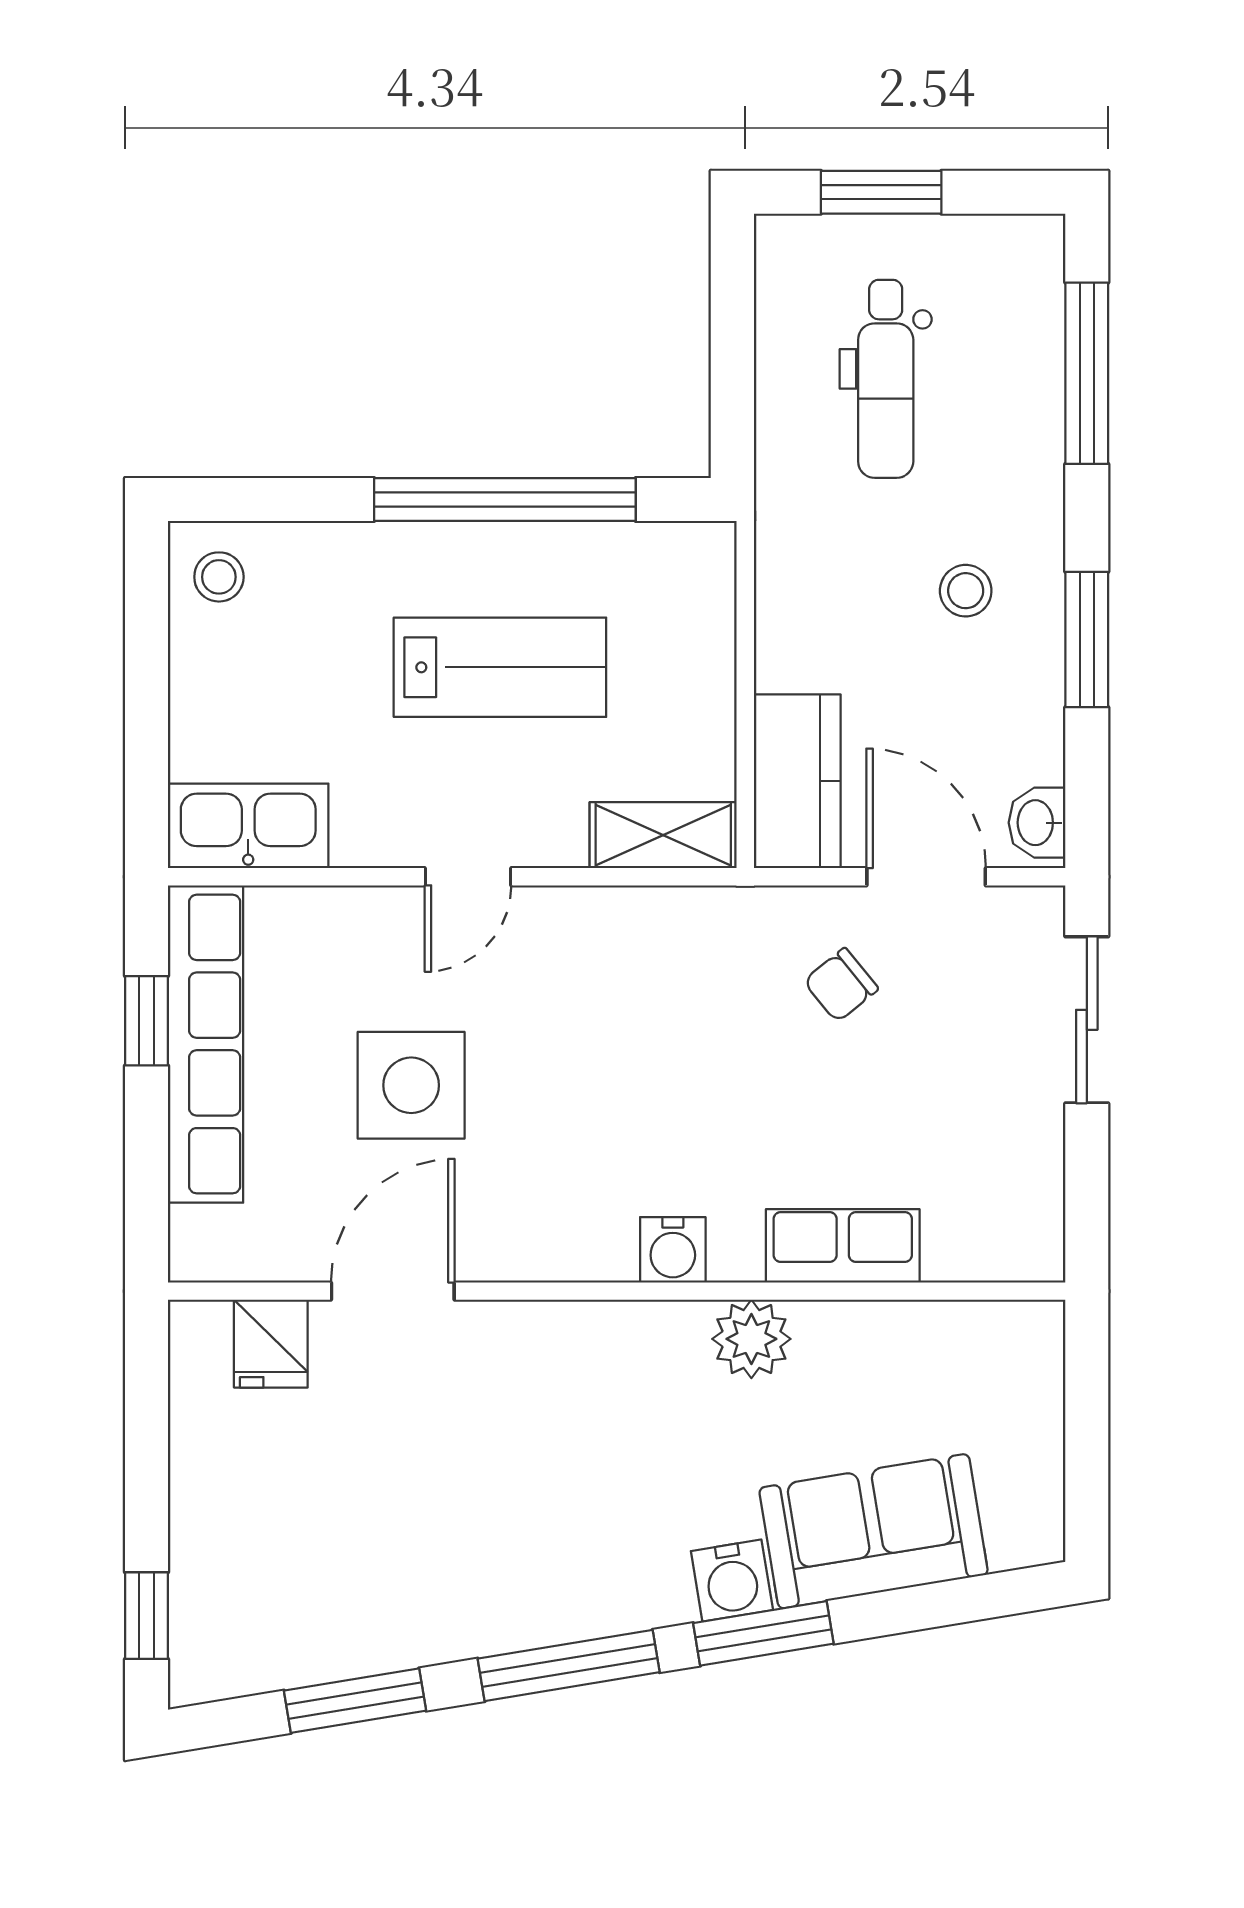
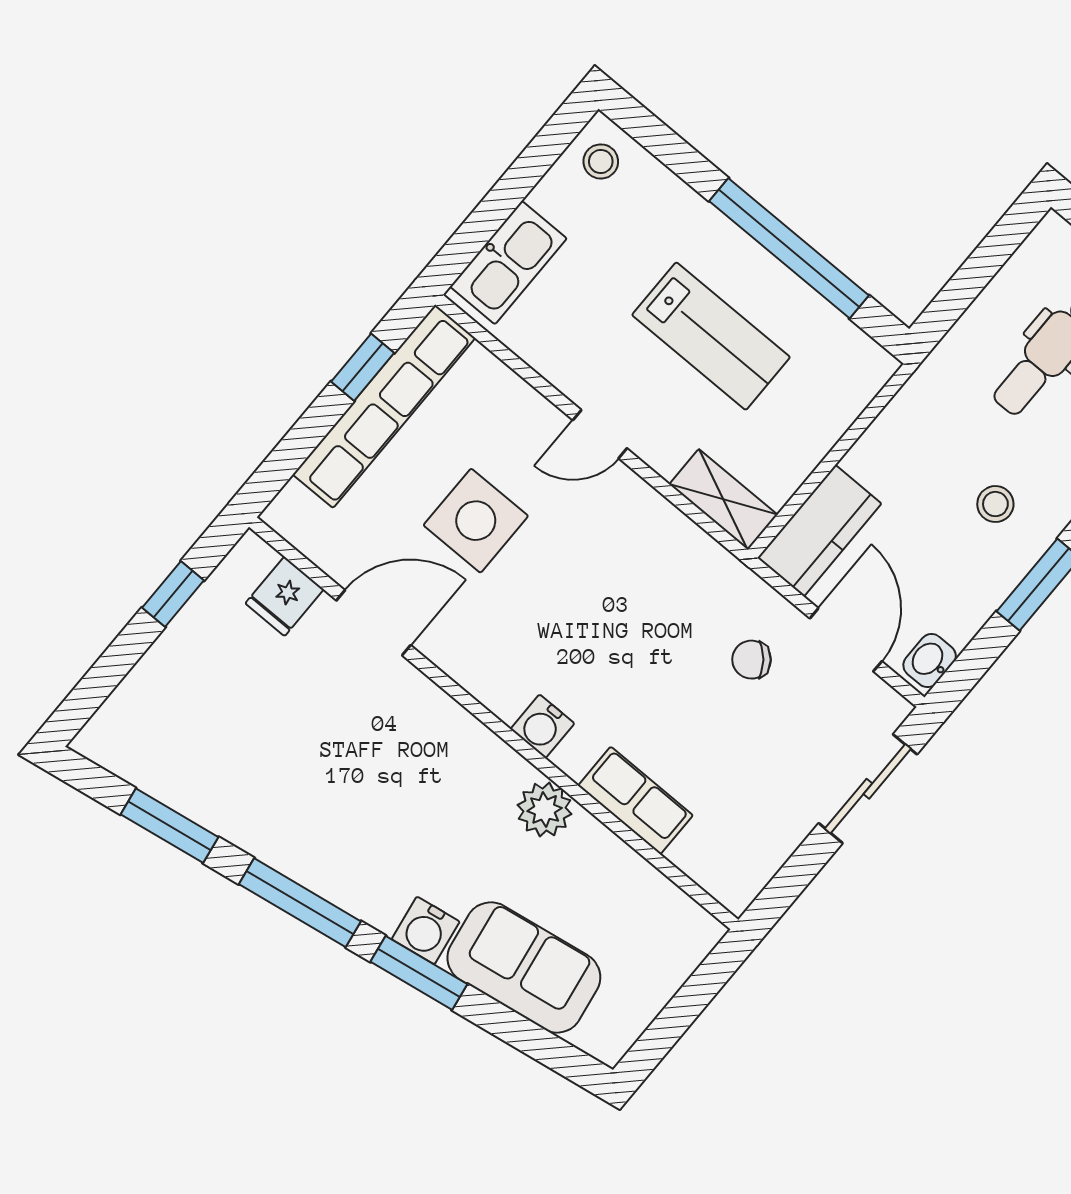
kitchen sink: (248, 826) -> (508, 263), moved, turned 90
window: (147, 1616) -> (173, 594), moved

